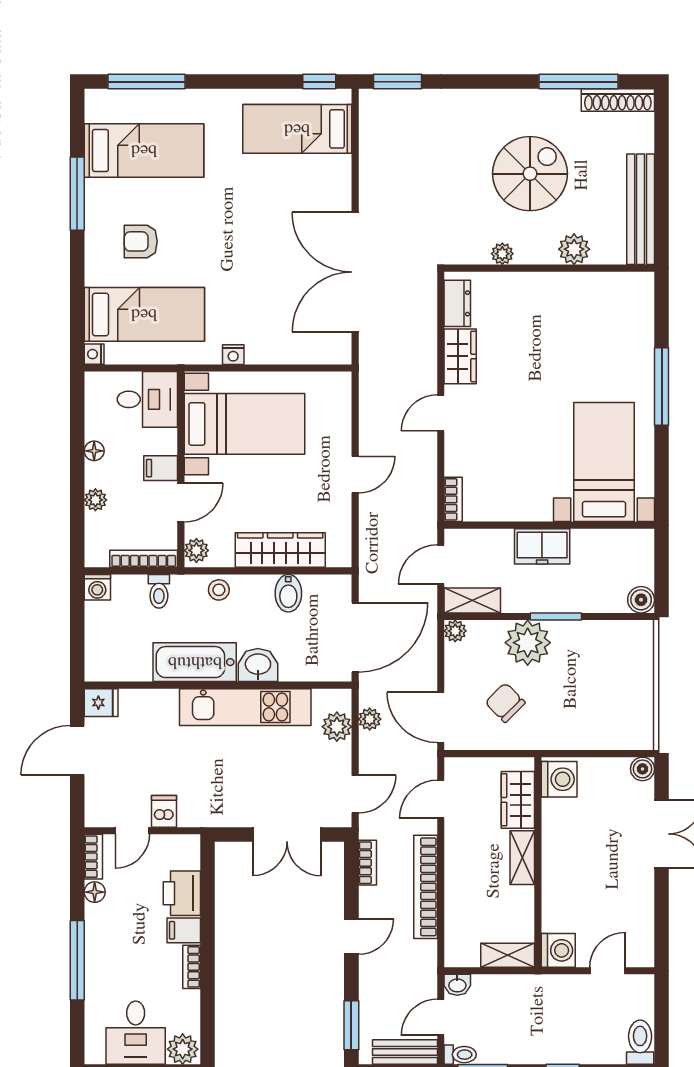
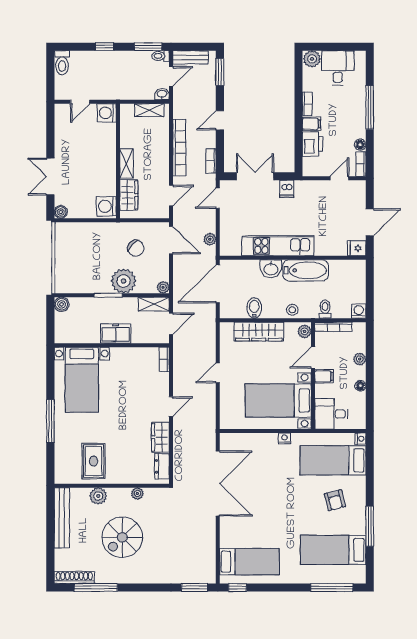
armchair: (141, 241) -> (335, 500), turned 76
rug: (583, 313) -> (94, 461), added
plant: (337, 727) -> (228, 235), removed
dishwasher: (164, 811) -> (287, 189), moved
shelving: (508, 955) -> (149, 110), moved

